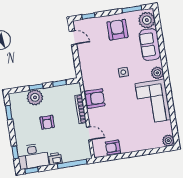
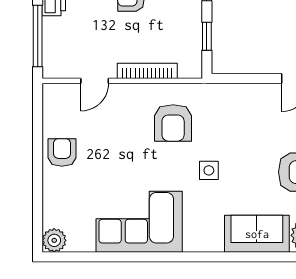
plant: (157, 73) -> (196, 240), removed
armchair: (95, 99) -> (173, 123), moved
armchair: (113, 147) -> (62, 152), moved

